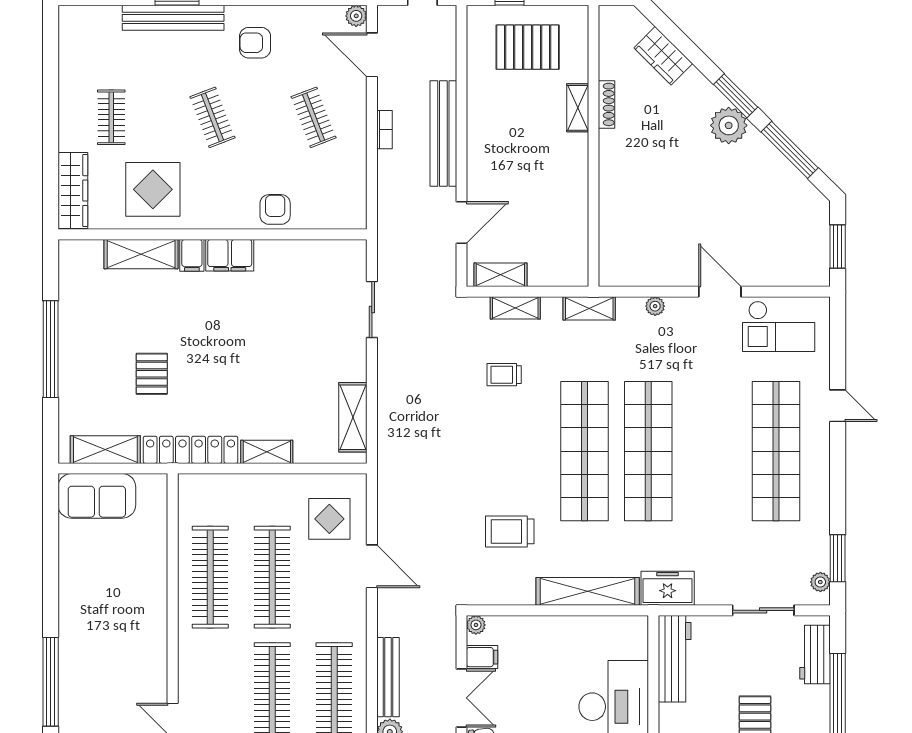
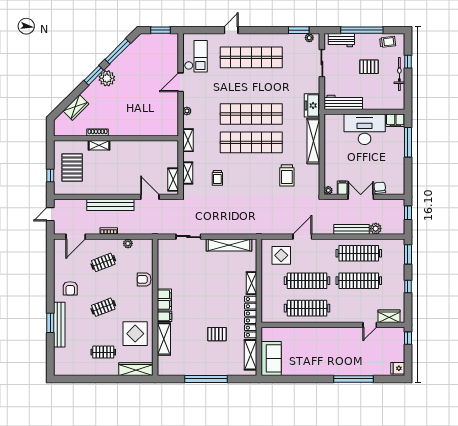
plant: (356, 16) -> (128, 243), moved
shelving: (353, 417) -> (229, 245), width x1.47

